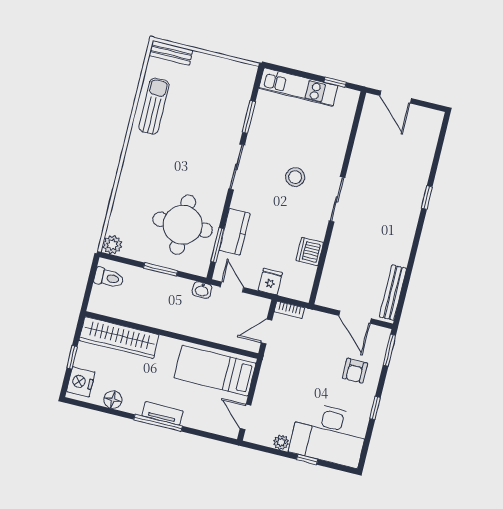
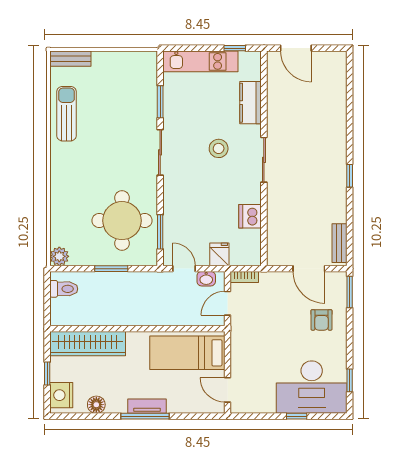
window: (427, 198) -> (350, 176), moved
kitchen counter: (235, 232) -> (251, 103), moved, turned 180
washbasin: (202, 290) -> (206, 279), moved
bench: (393, 293) -> (339, 243), width x0.73
window: (375, 408) -> (350, 380), moved
plant: (281, 442) -> (268, 406), removed

